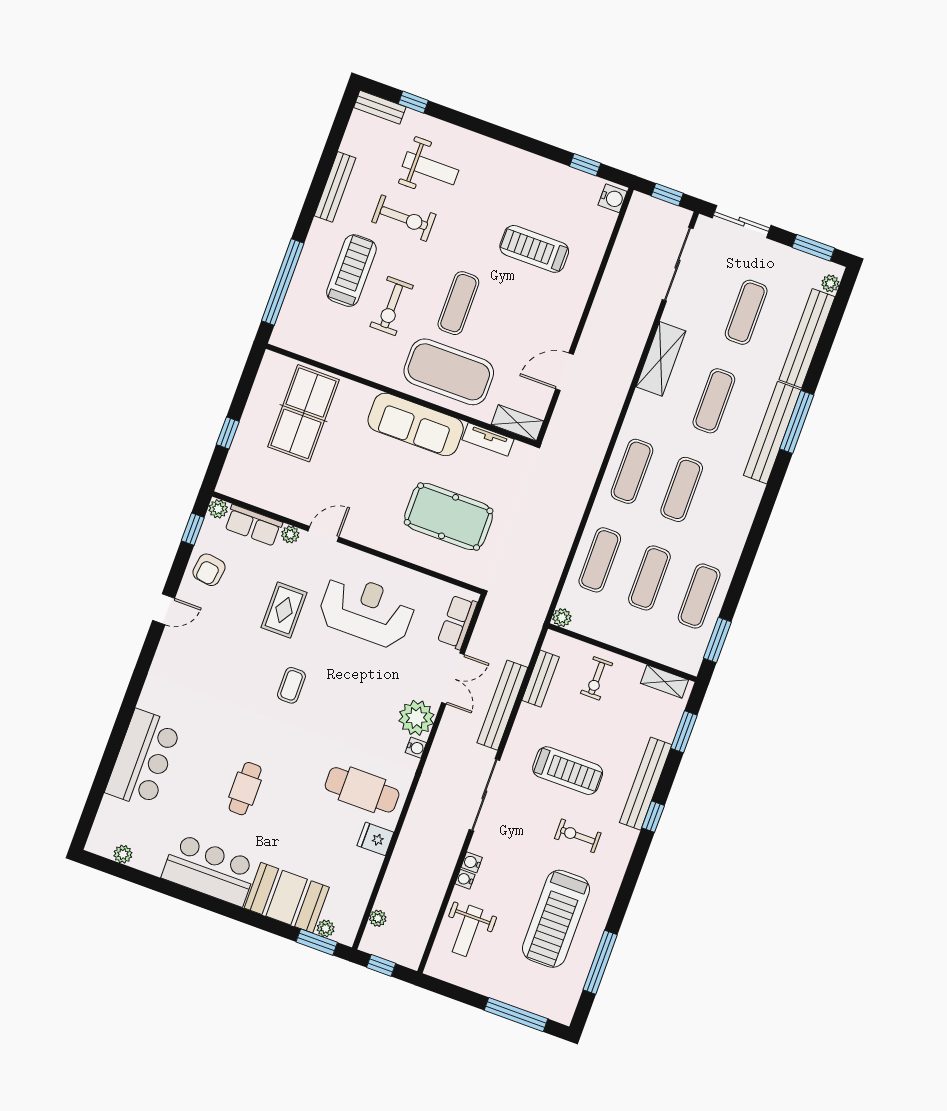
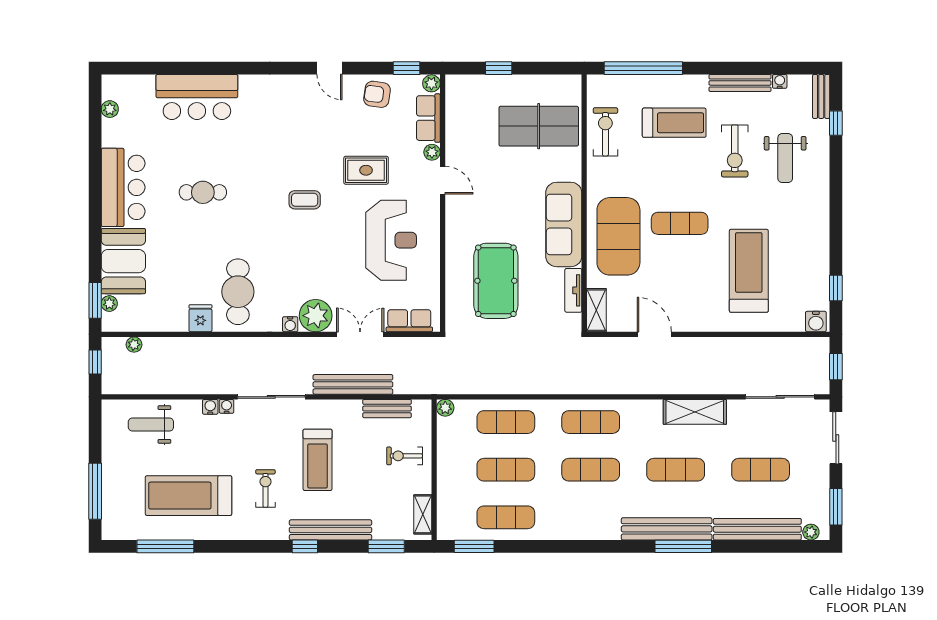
water cooler: (348, 145) -> (780, 81), added
treadmill: (534, 249) -> (749, 271), width x1.37, depth x1.38
exercise bike: (392, 306) -> (605, 132), moved, turned 90
double door: (453, 678) -> (360, 334), swing flipped
water cooler: (465, 879) -> (227, 406), moved

